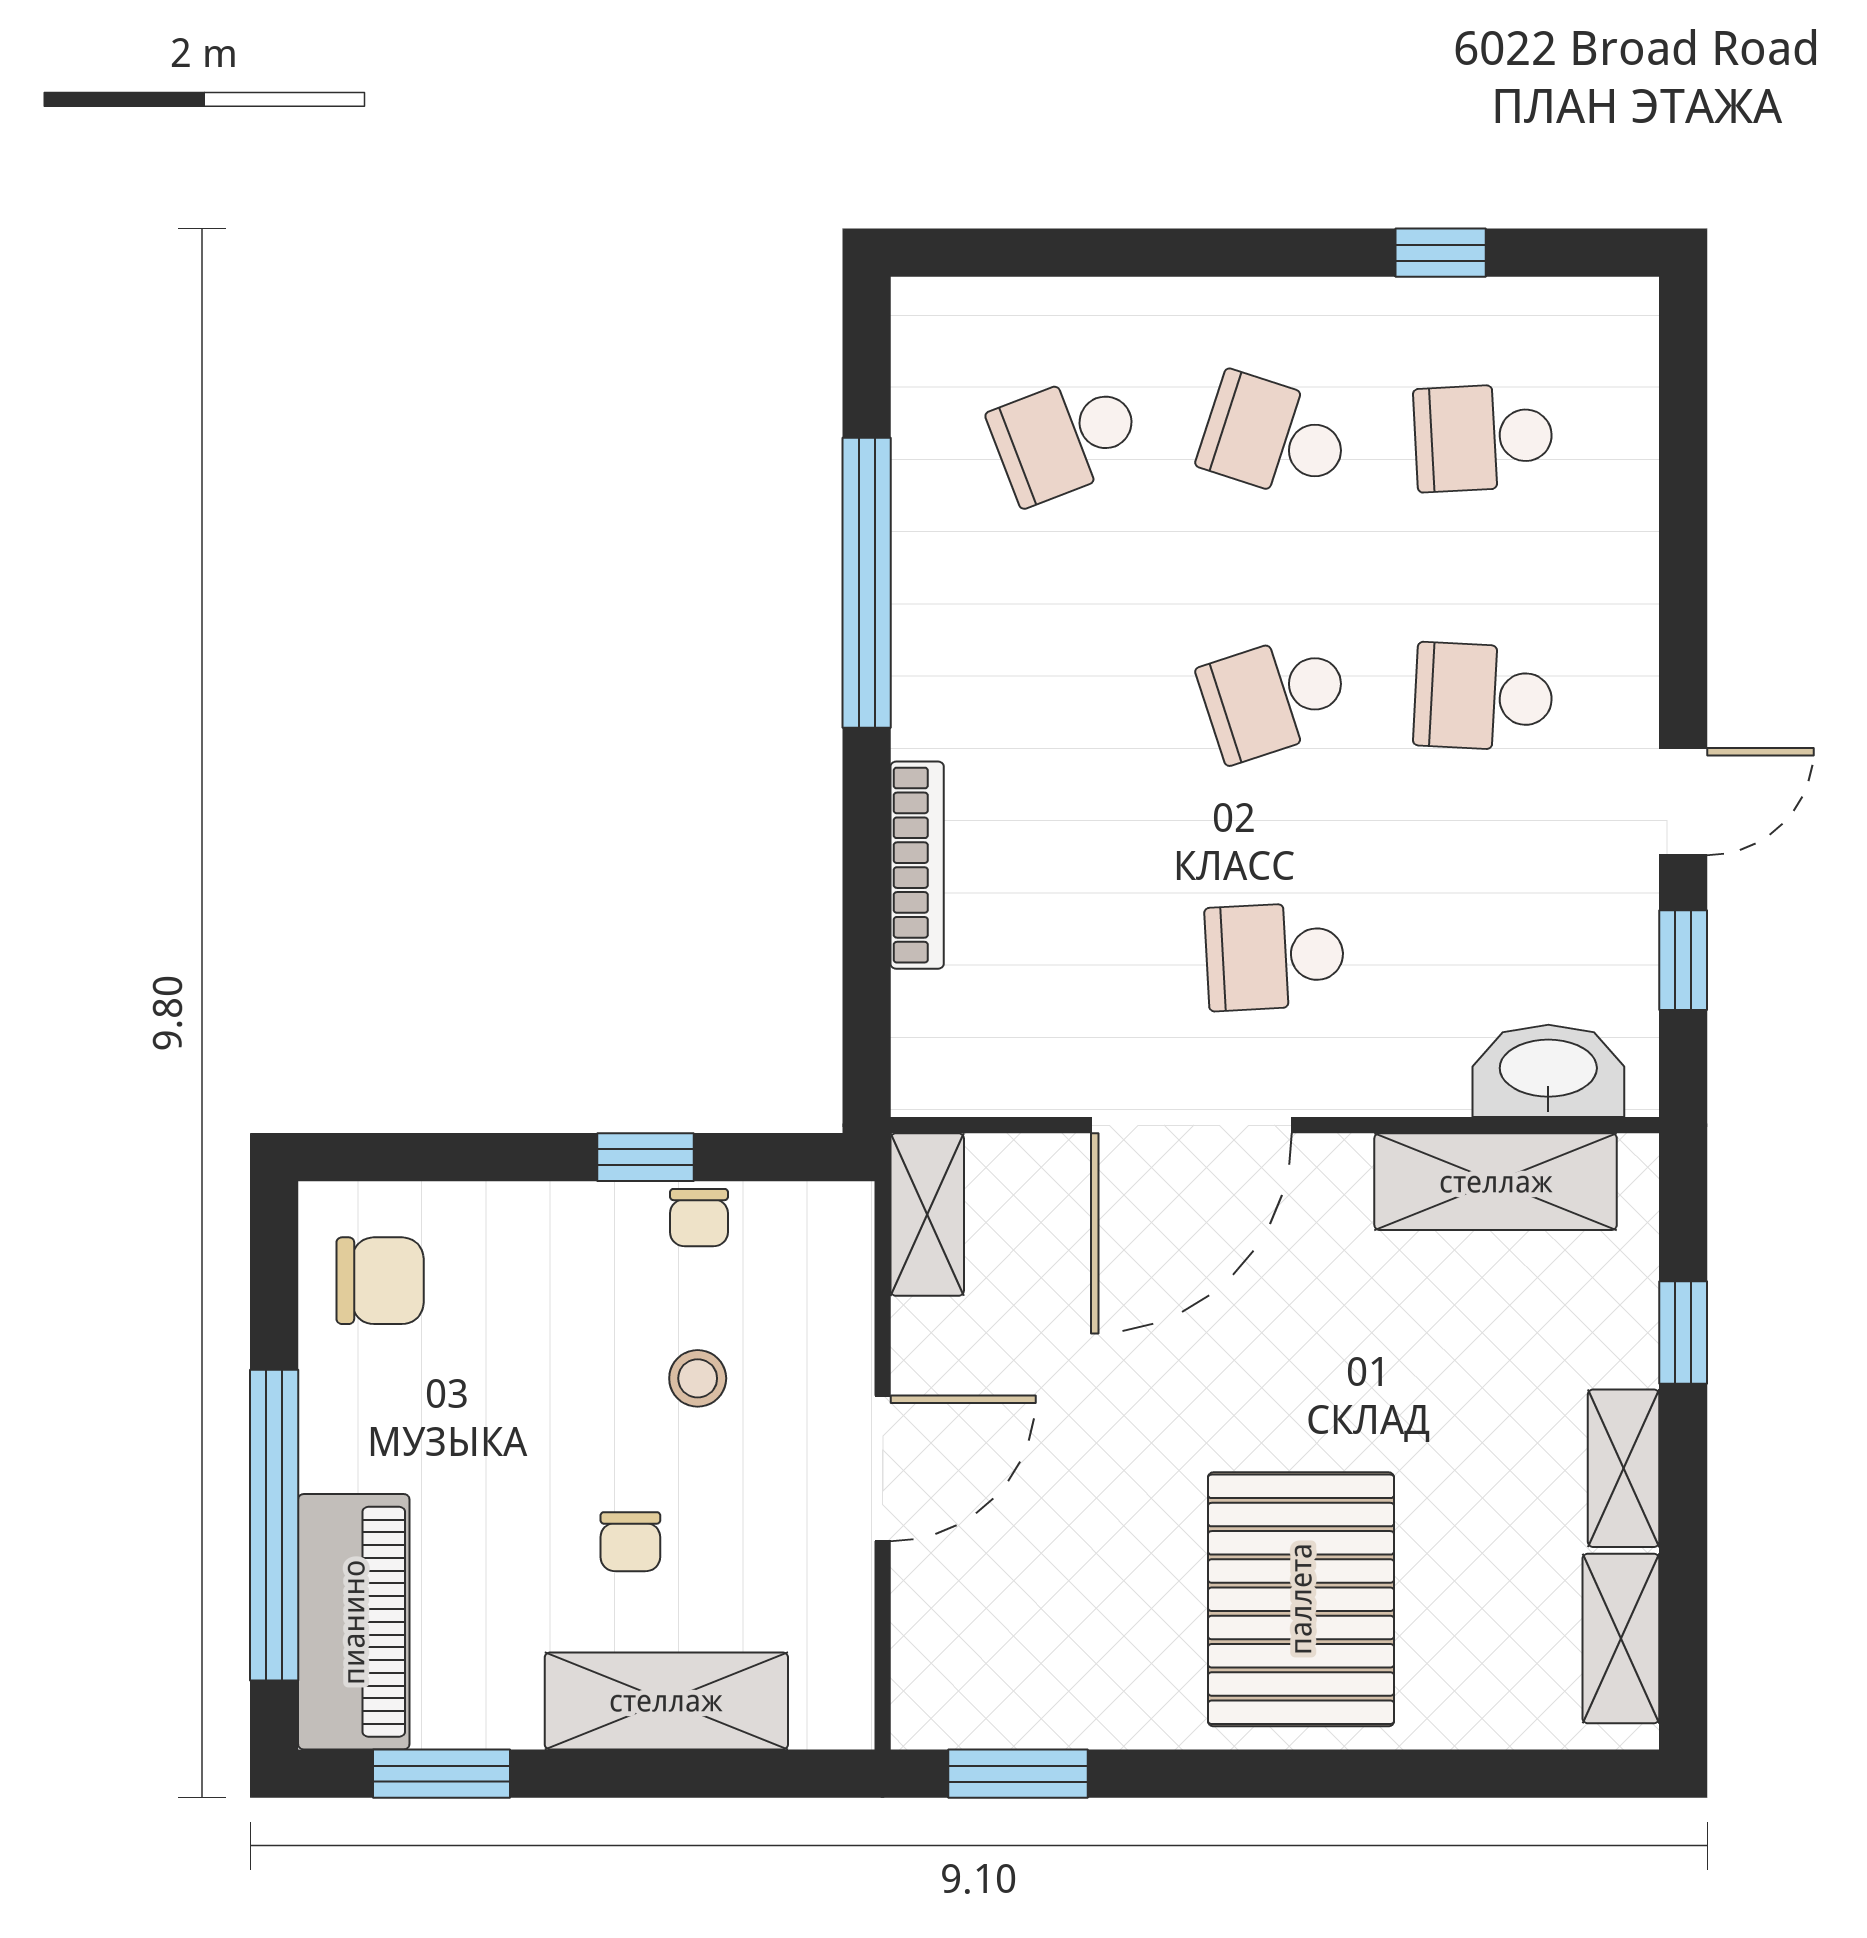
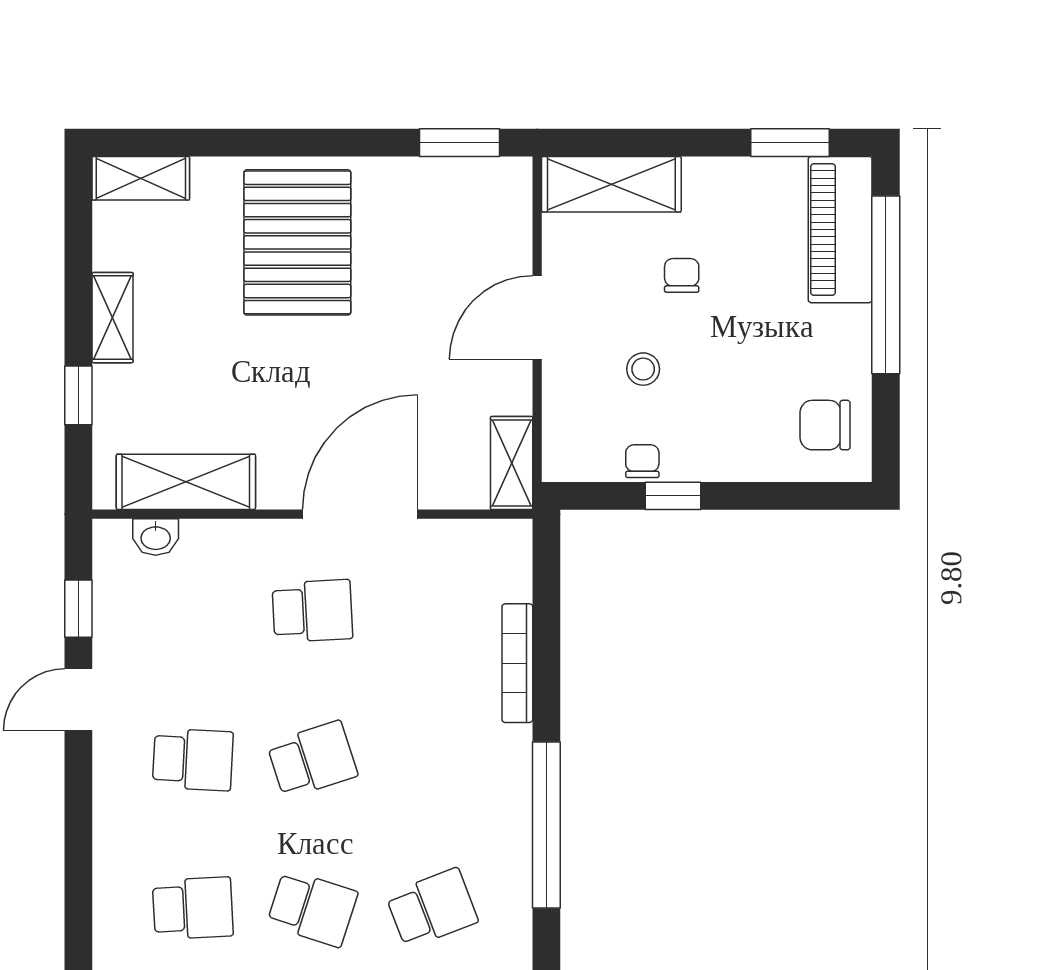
washbasin: (1548, 1071) -> (156, 537), width x0.52, depth x0.69
shelving: (1621, 1638) -> (141, 178), moved, turned 90
shelving: (666, 1701) -> (611, 184), moved

